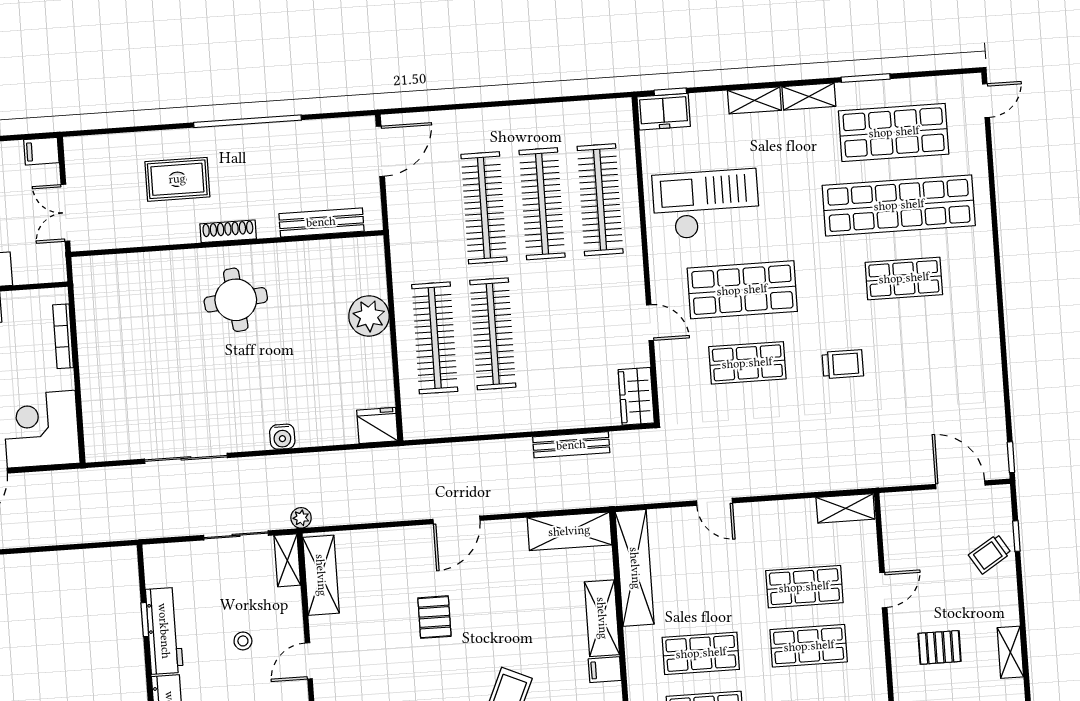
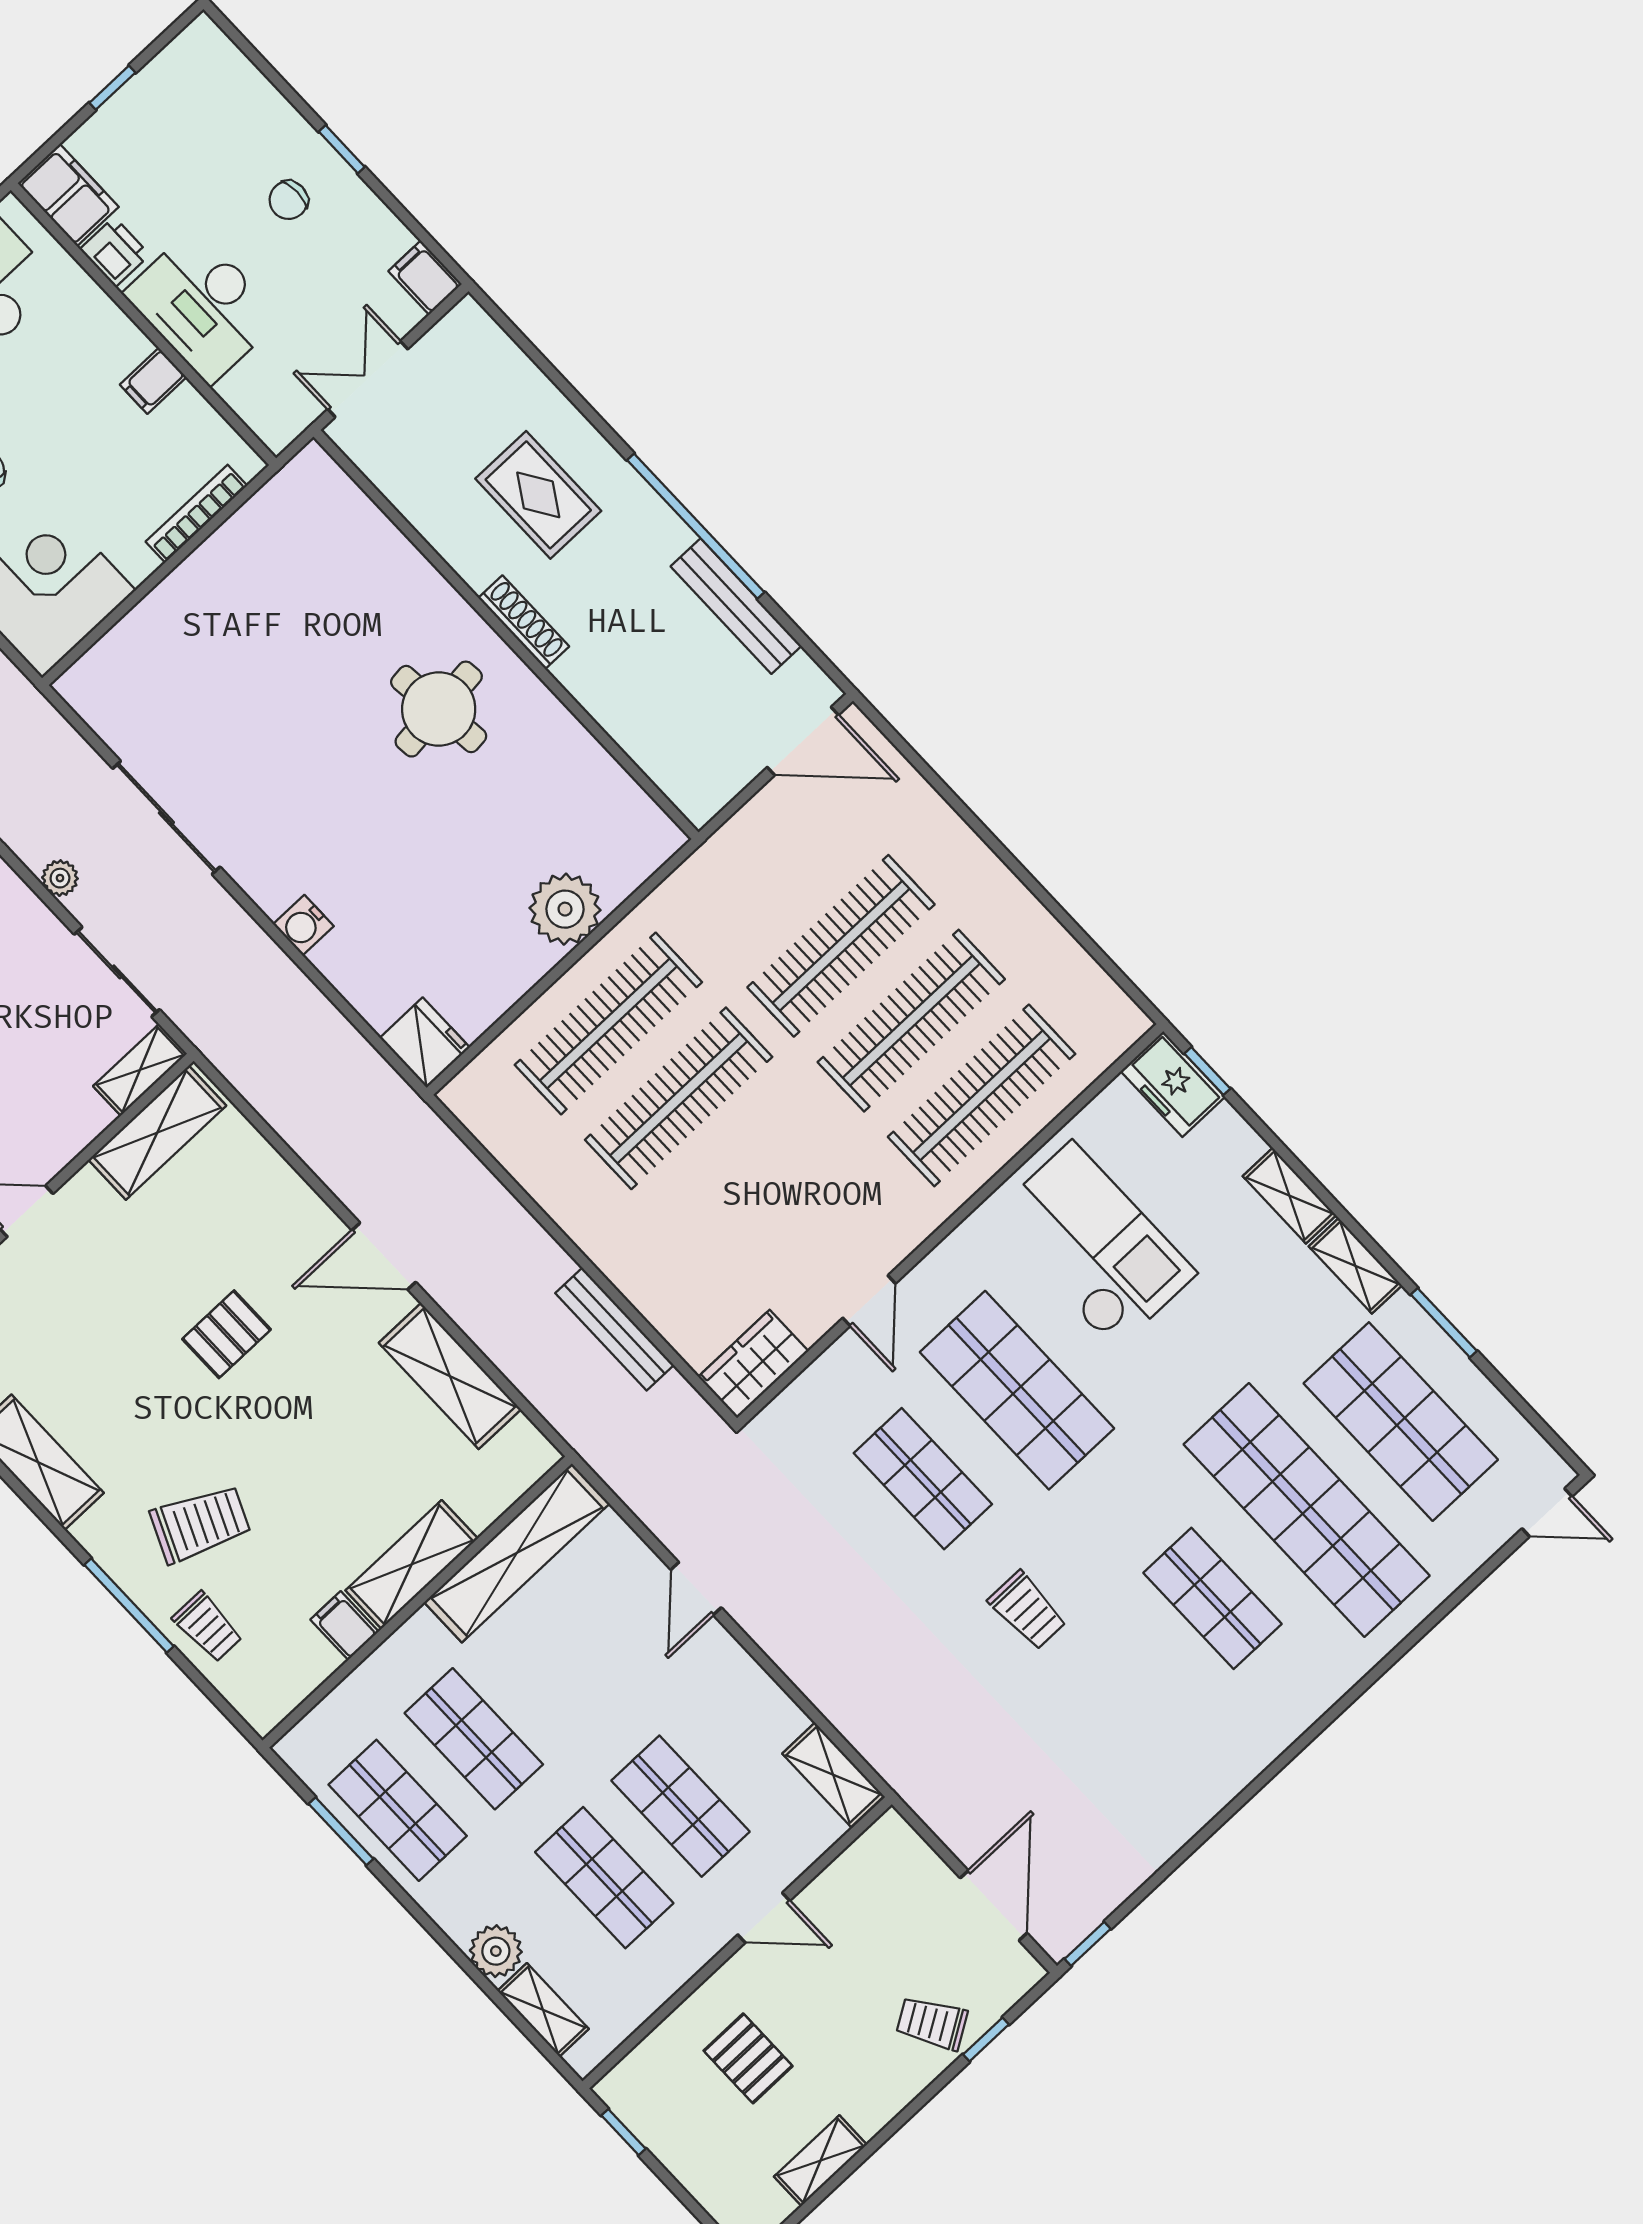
bench: (321, 222) -> (736, 606), moved
plant: (301, 518) -> (60, 878), moved
shelving: (569, 531) -> (450, 1376), moved

